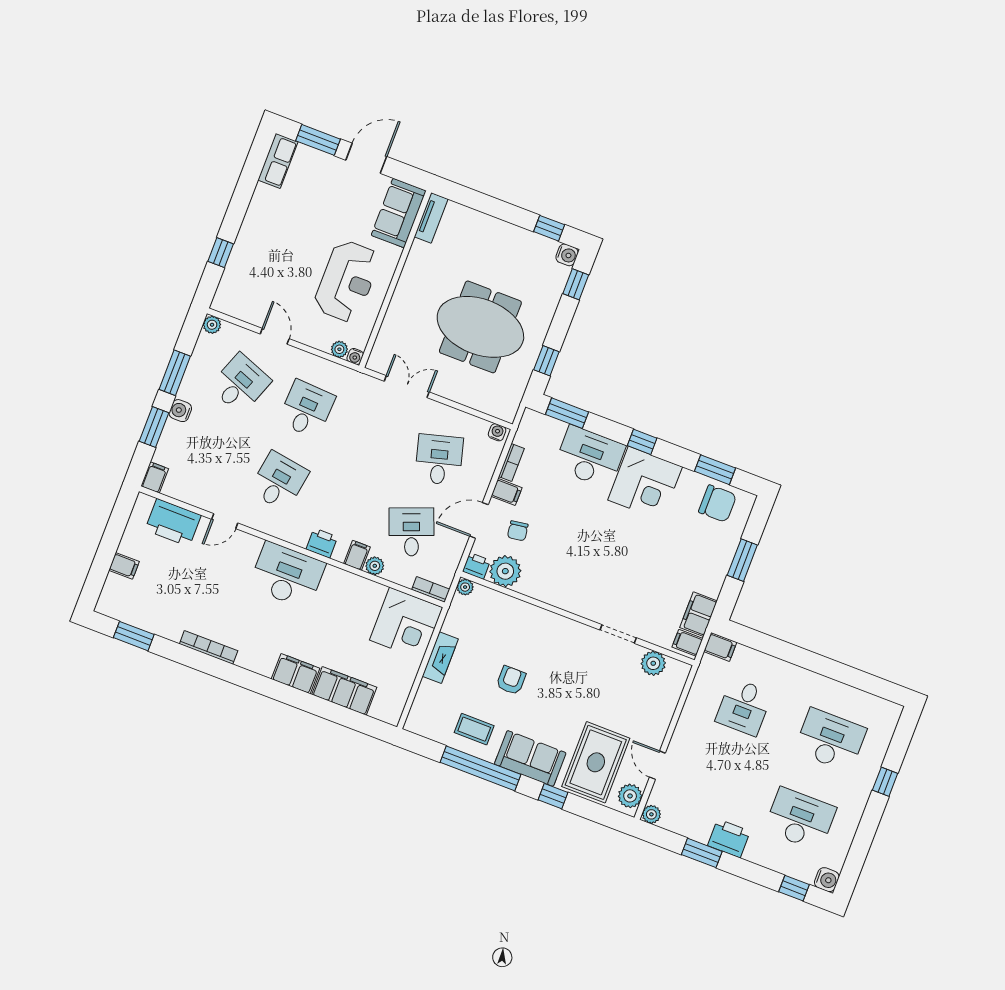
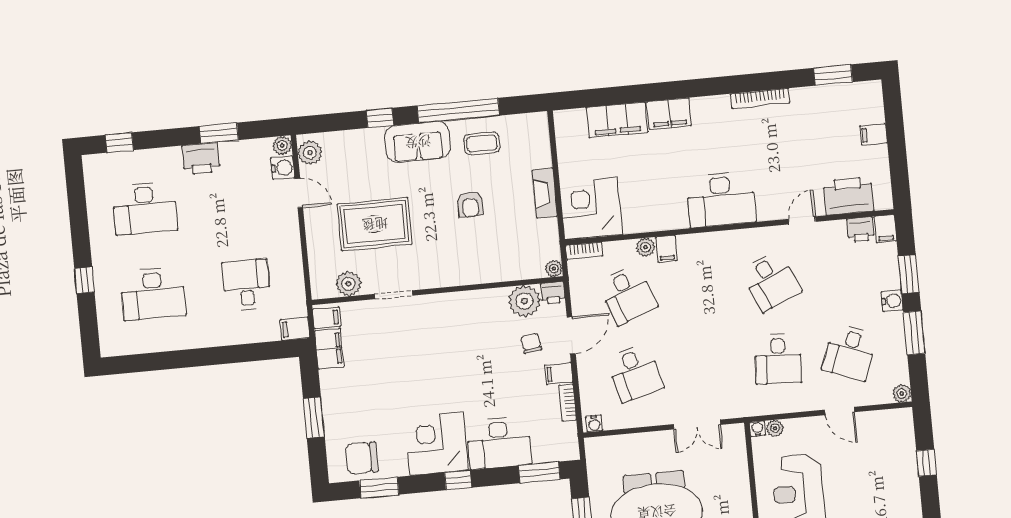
desk: (279, 481) -> (771, 281), turned -33
printer: (322, 543) -> (861, 229), moved
rug: (596, 762) -> (375, 224), moved, turned 90
water cooler: (827, 880) -> (283, 168), moved, turned 180

